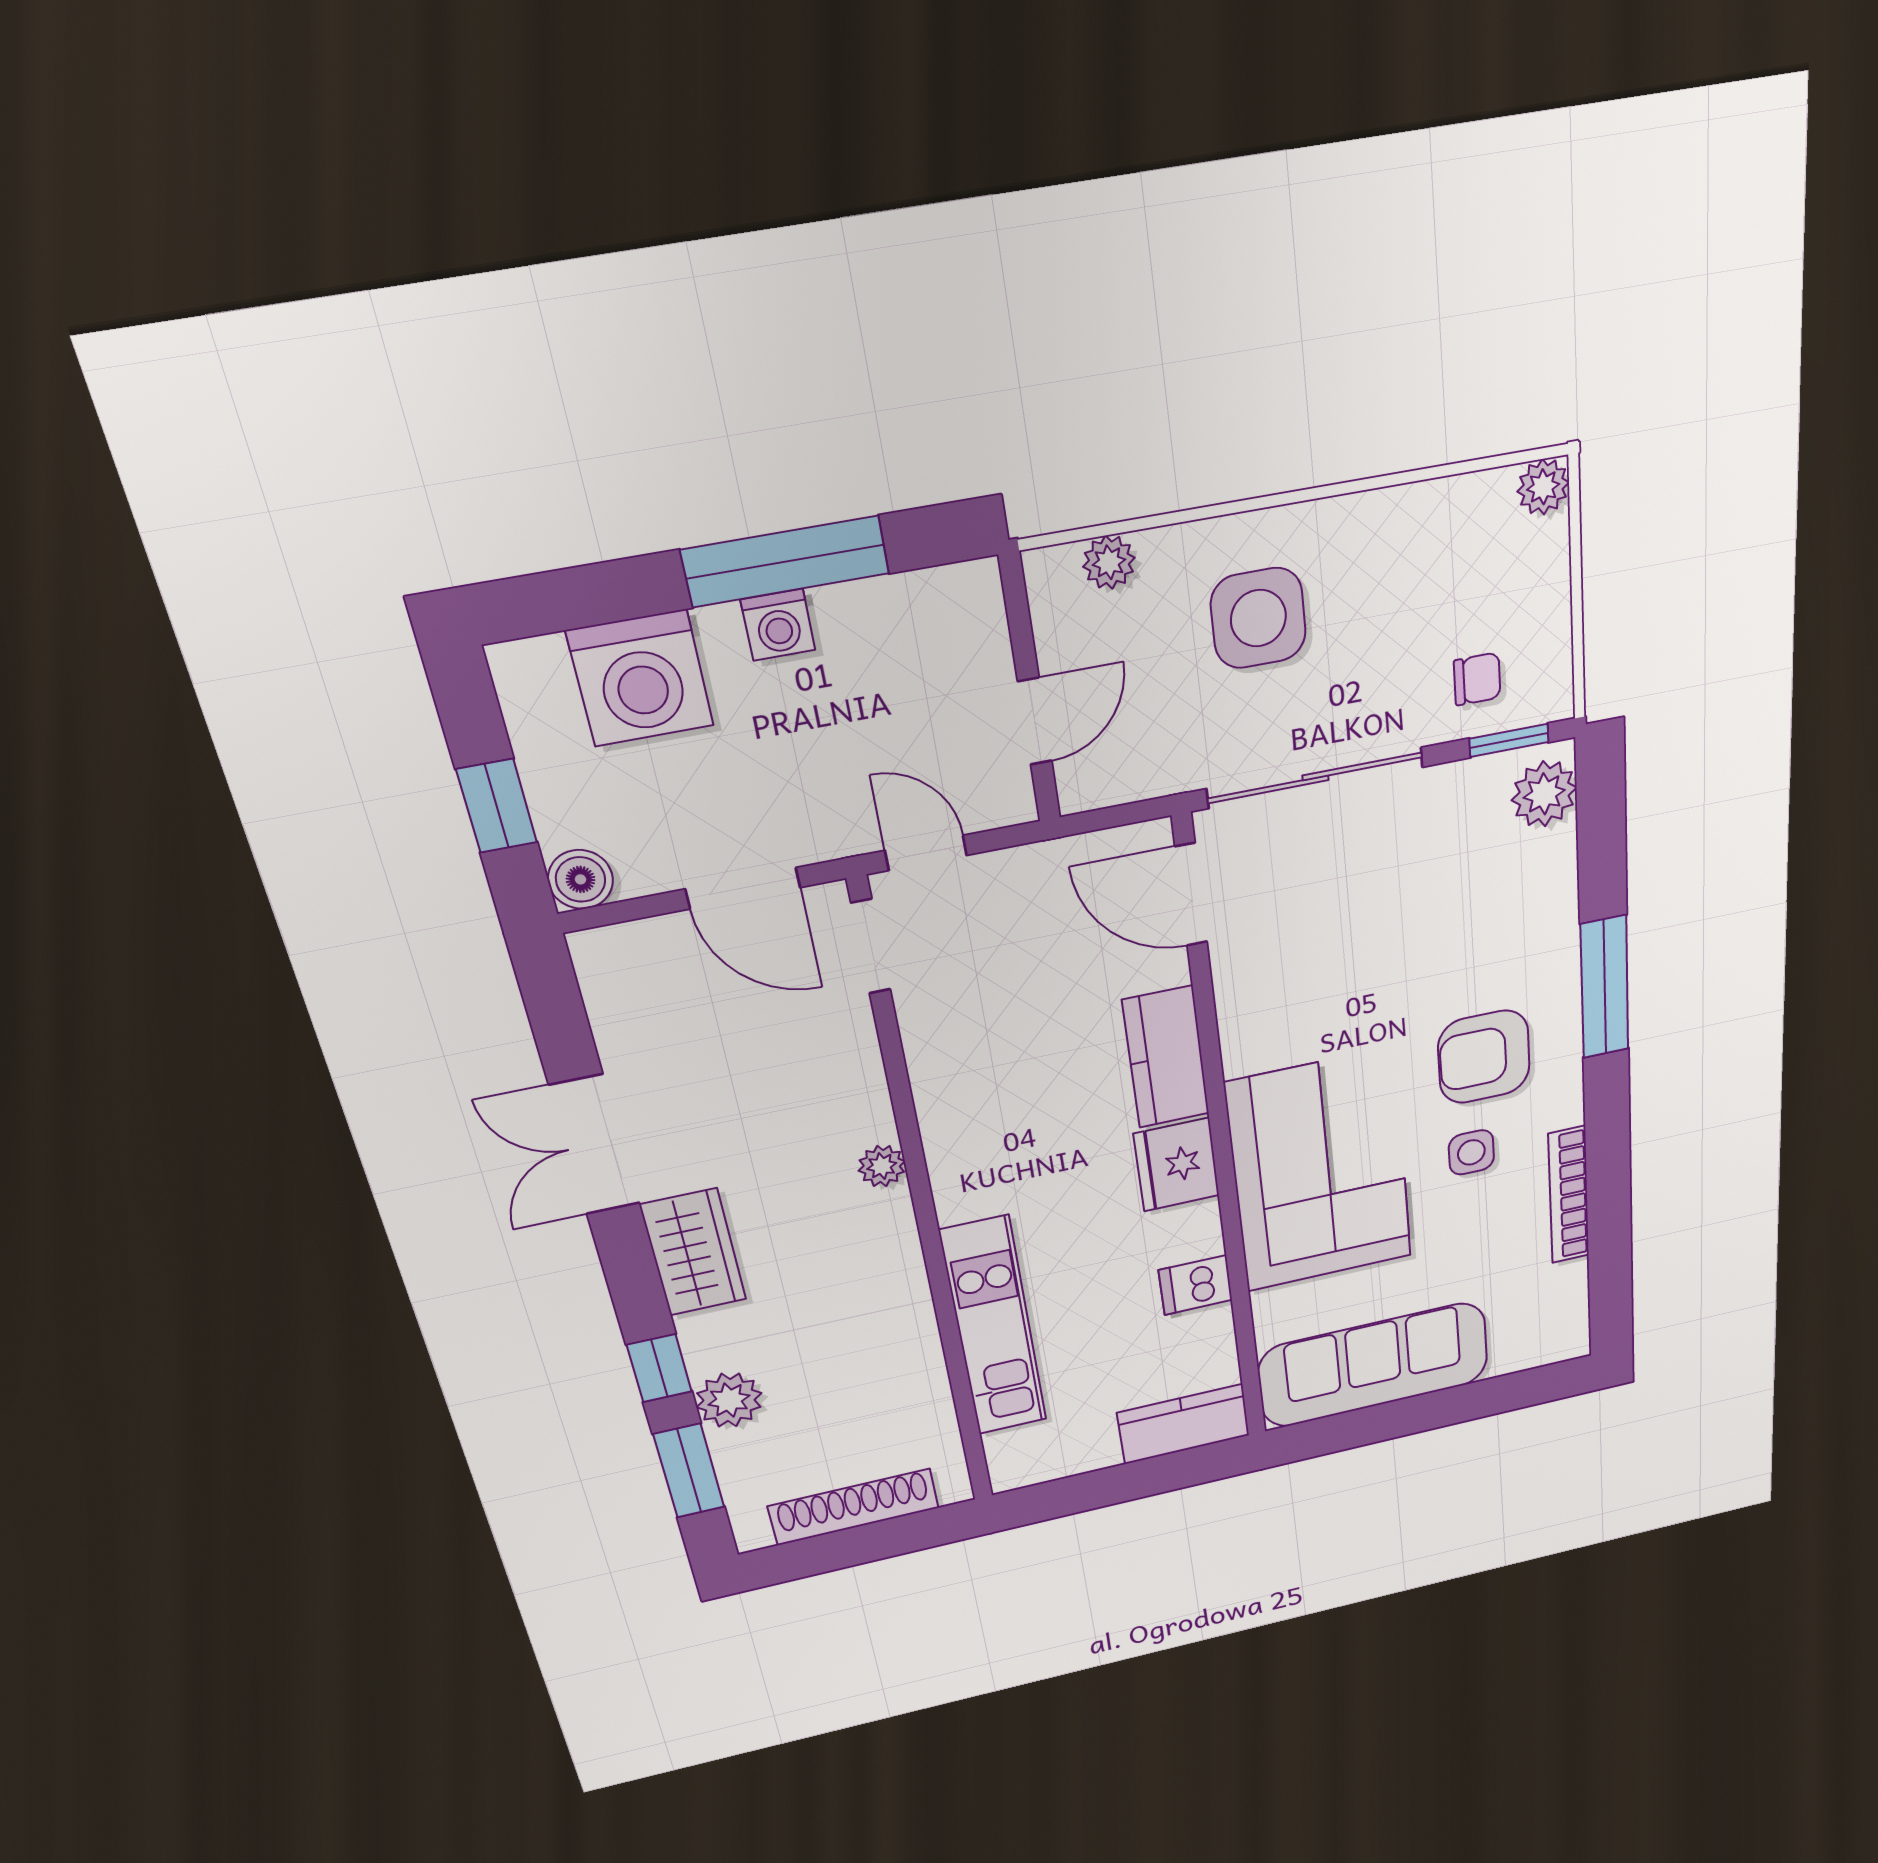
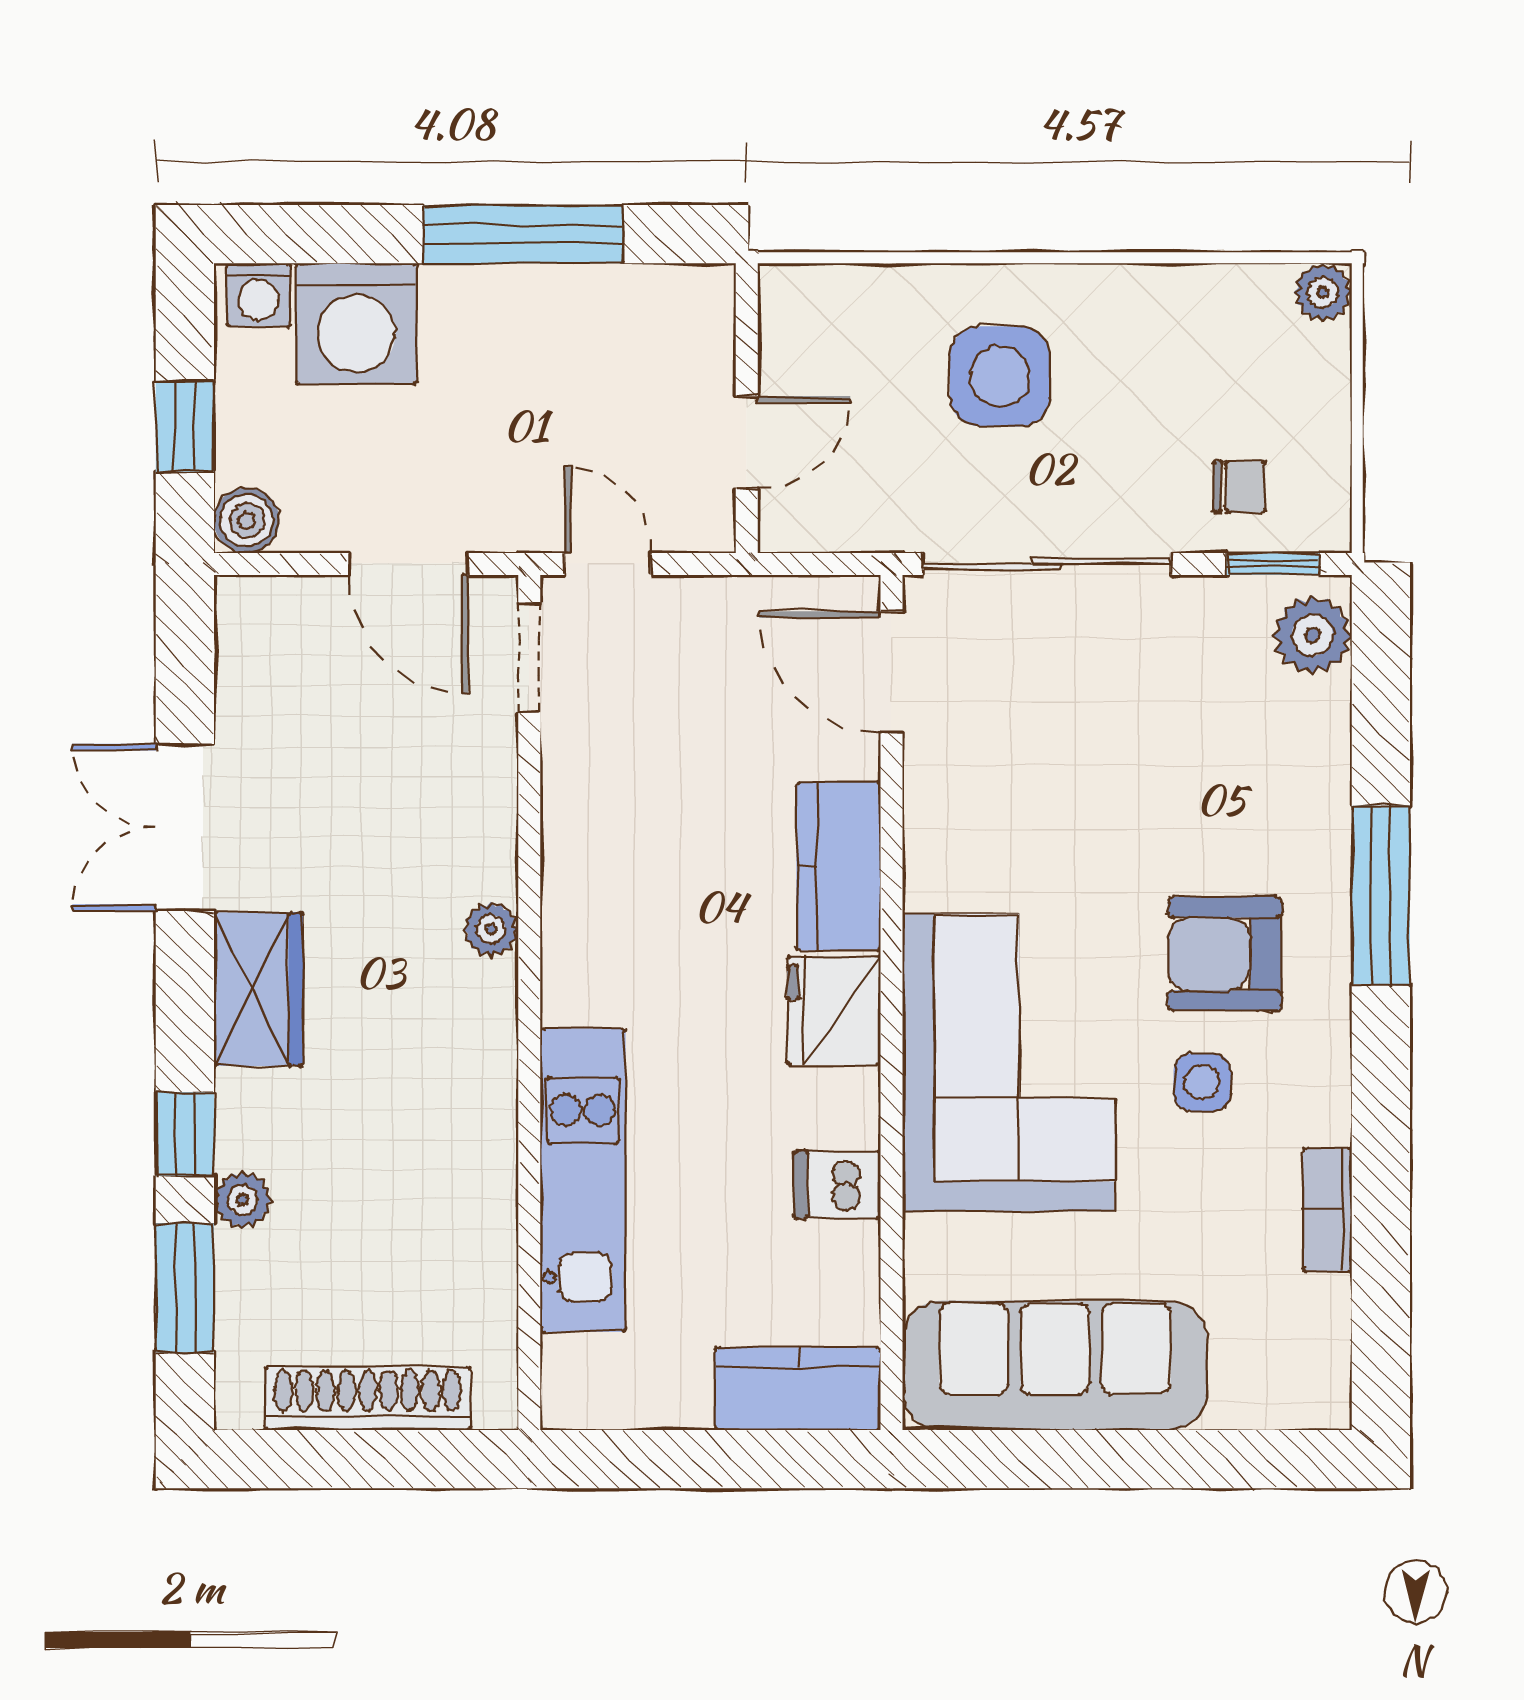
plant: (1109, 562) -> (848, 291), removed
washing machine: (778, 625) -> (259, 295), moved
bookcase: (1569, 1195) -> (1327, 1210), width x0.64
plant: (729, 1400) -> (243, 1200), width x0.73, depth x0.73

